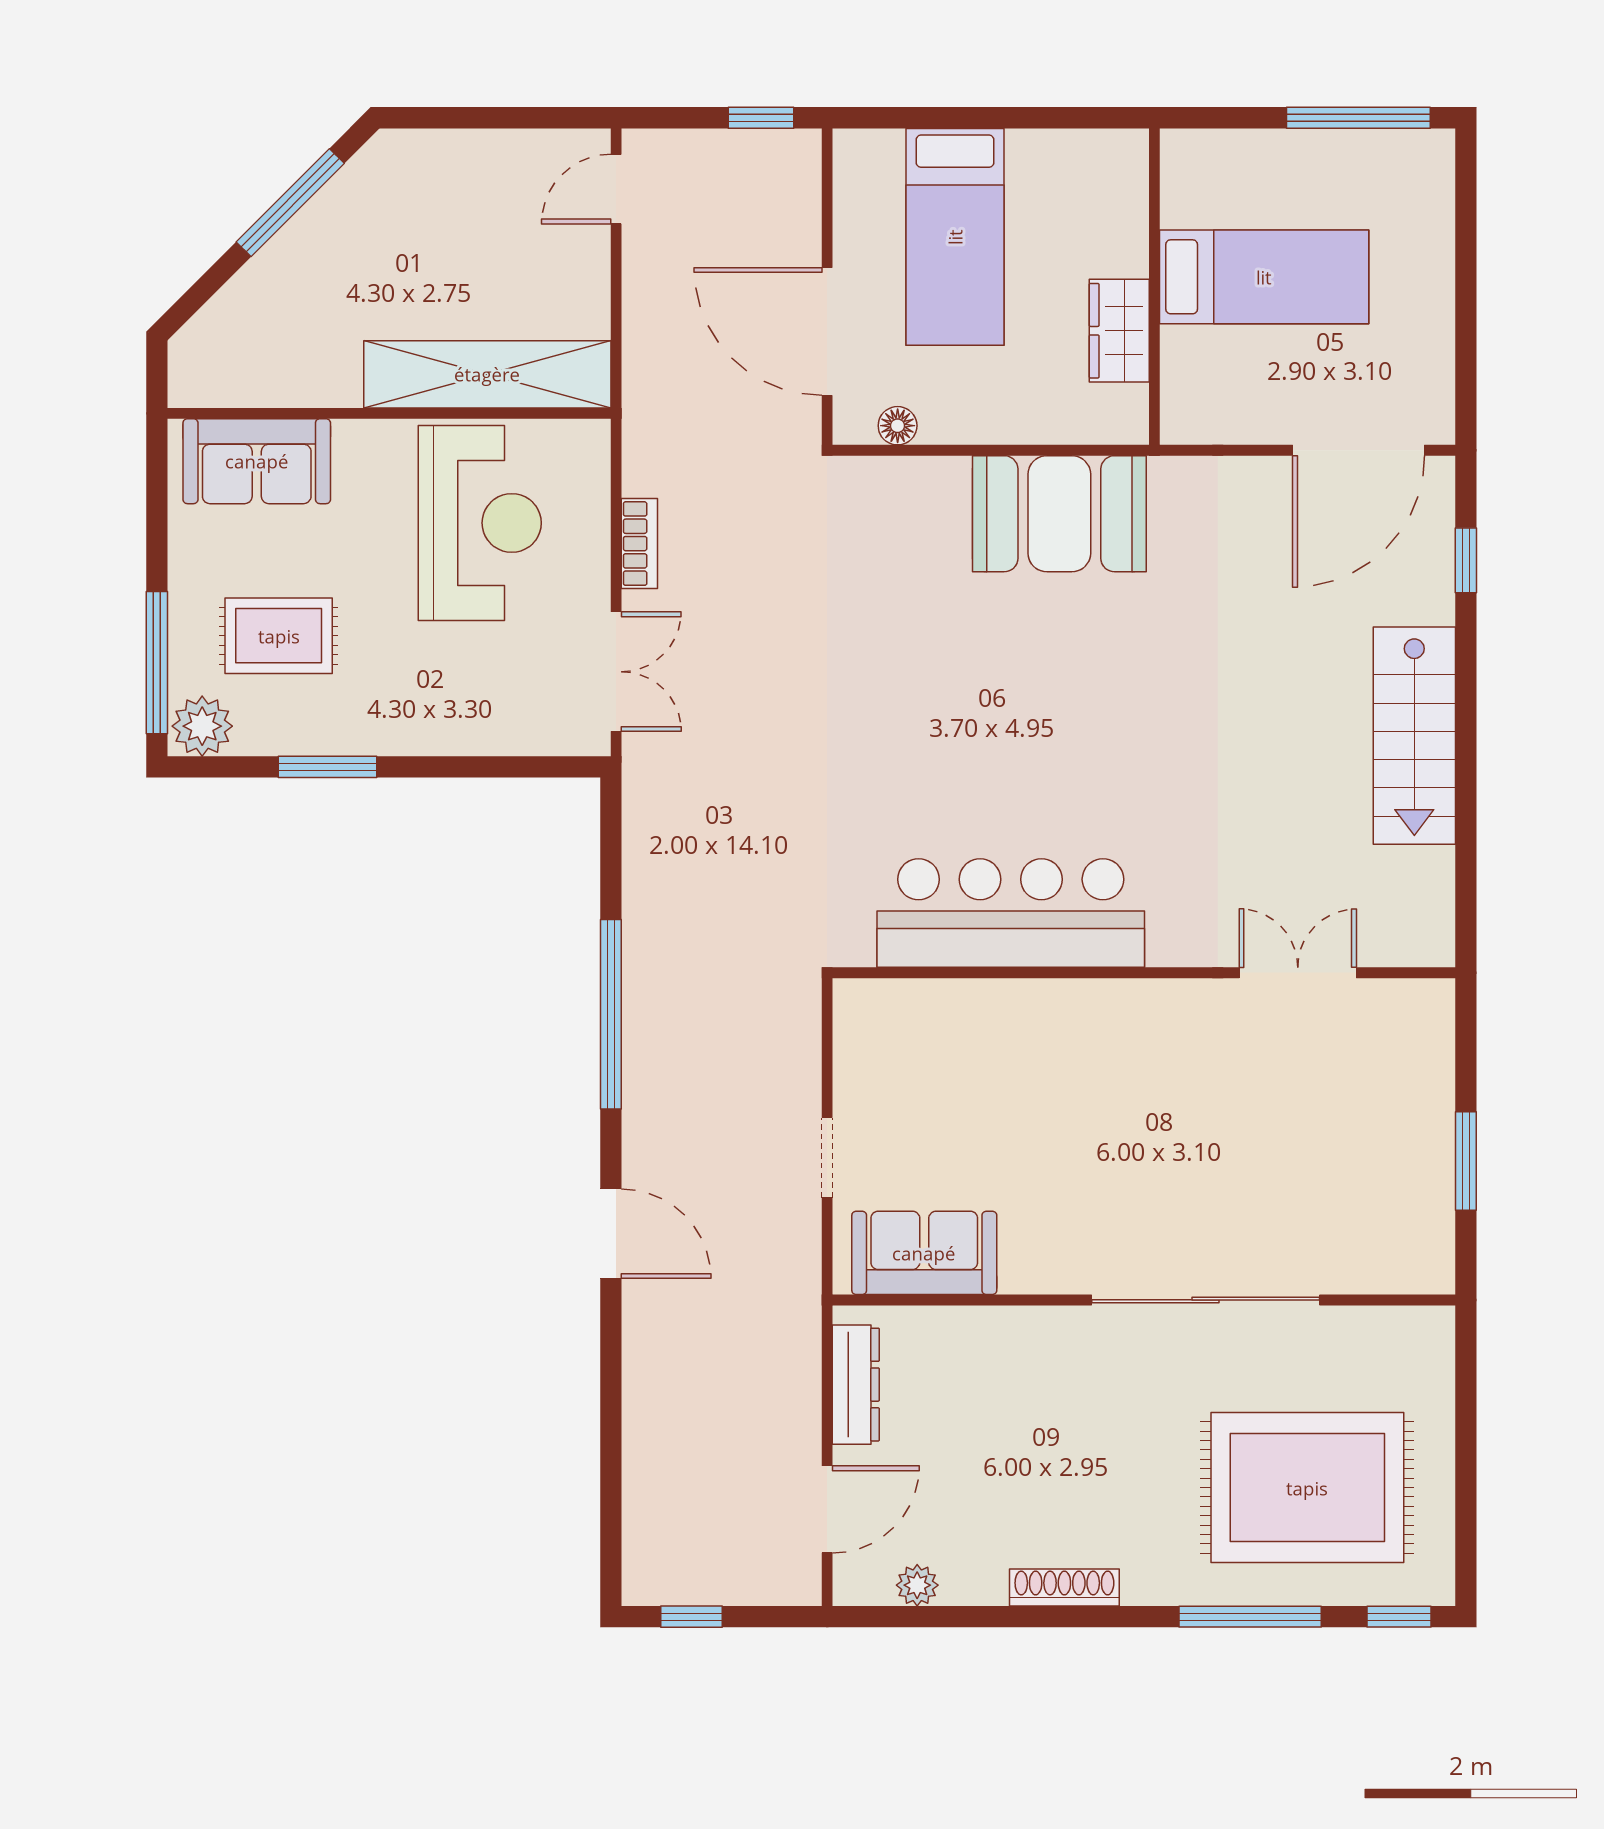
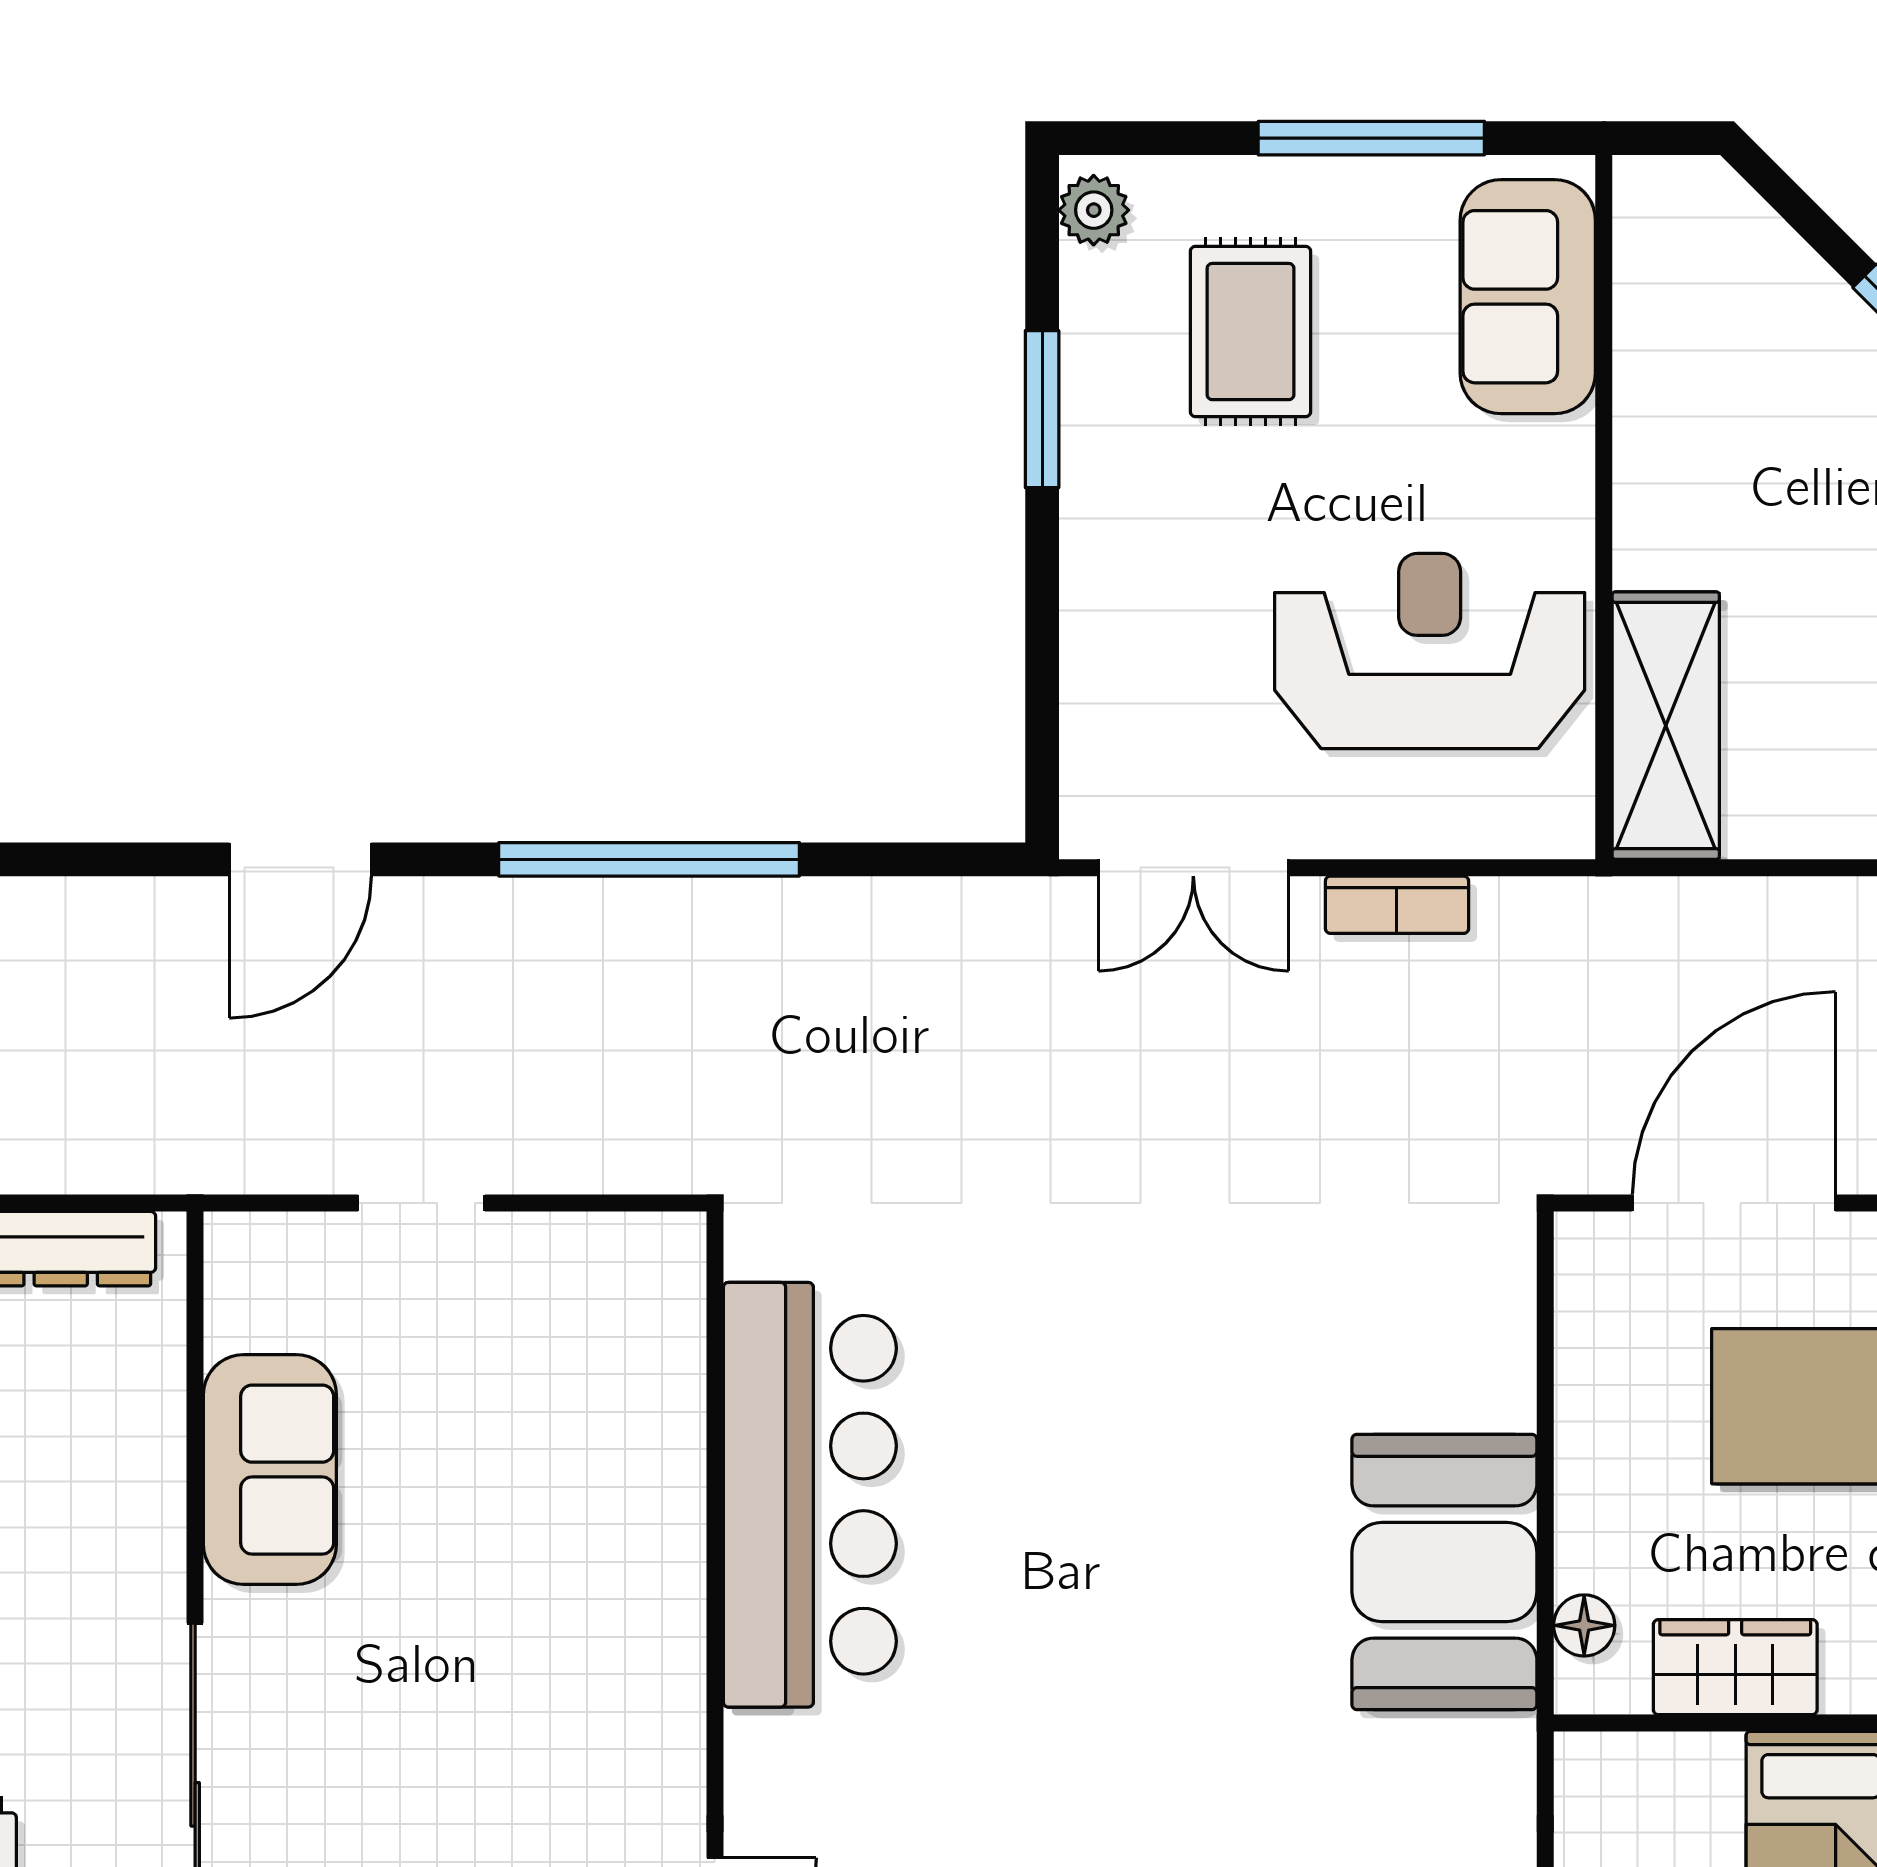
shelving: (487, 374) -> (1666, 726), width x0.68
floor lamp: (898, 426) -> (1584, 1625), moved
reception desk: (480, 523) -> (1430, 651), turned 180
window: (157, 663) -> (1371, 138), moved
plant: (202, 726) -> (1094, 210), width x0.73, depth x0.73
sofa: (924, 1253) -> (270, 1470), moved

